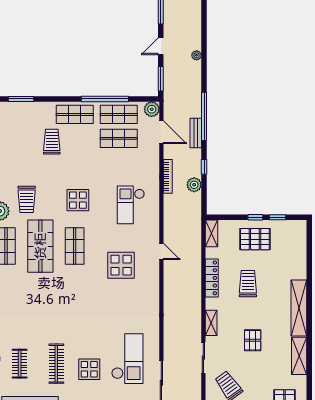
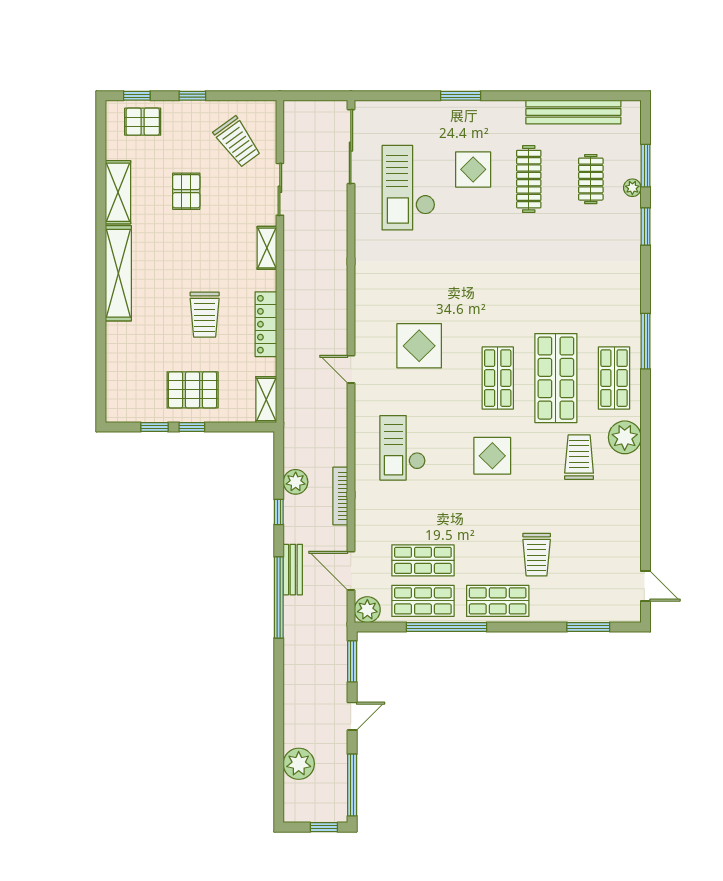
plant: (197, 55) -> (299, 764), moved, width x1.87, depth x1.87
checkout: (131, 205) -> (403, 448), turned 180
pallet: (253, 340) -> (186, 191), moved

